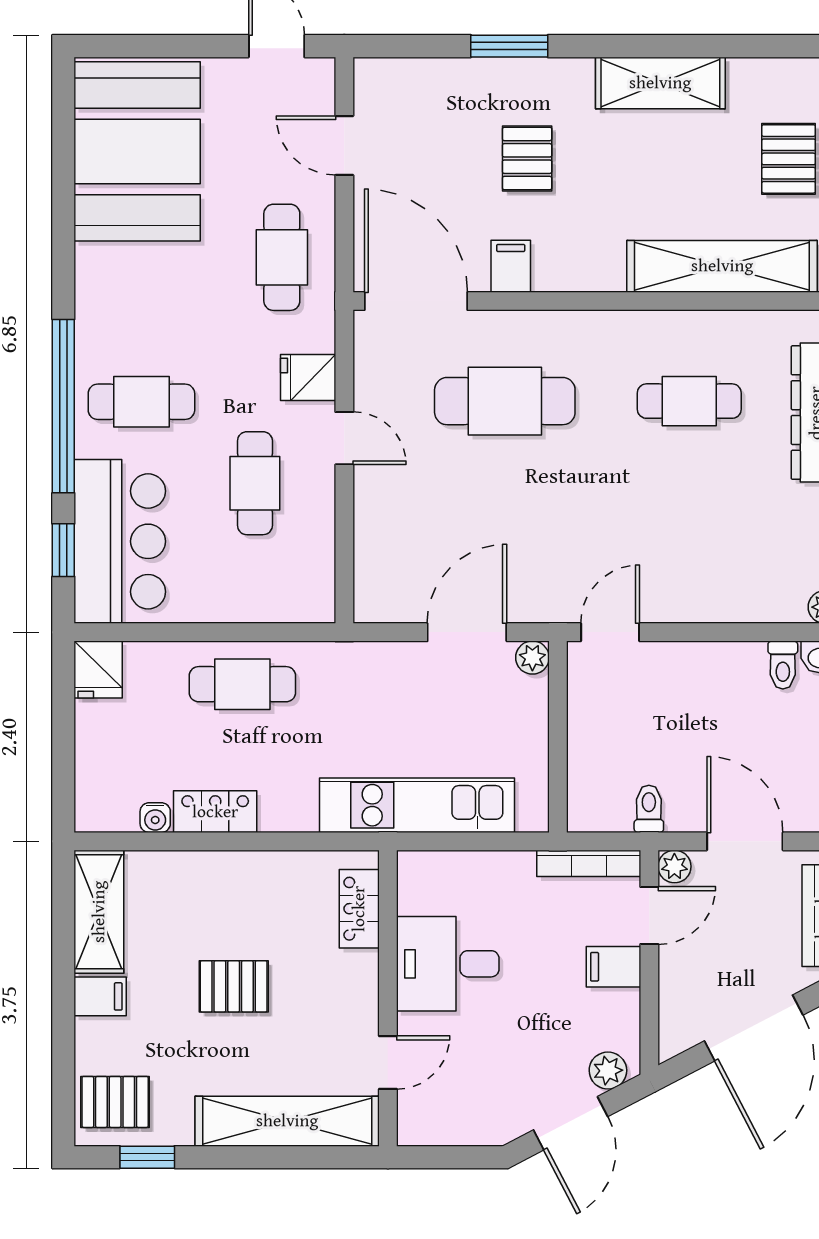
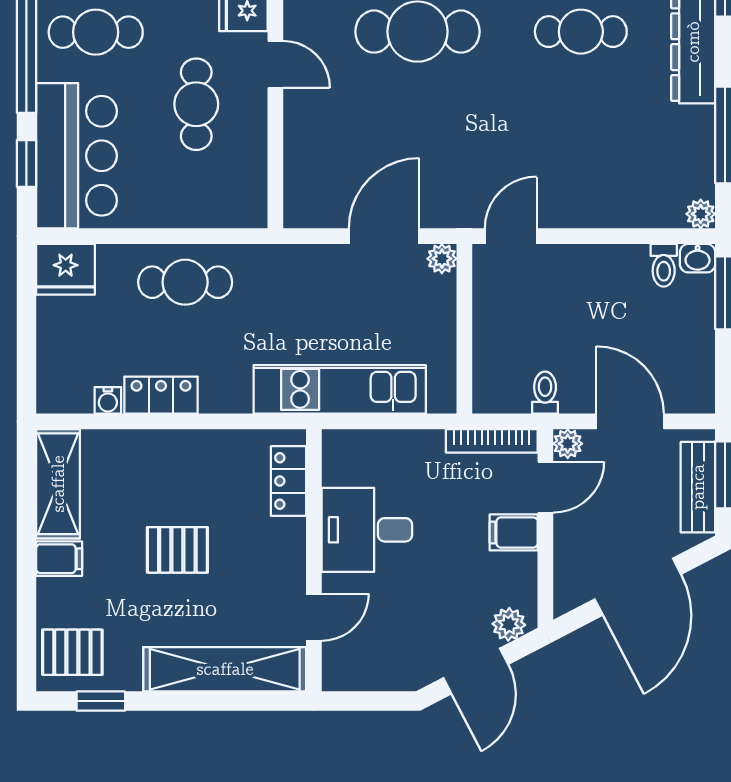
fridge: (98, 669) -> (66, 269), width x1.38

